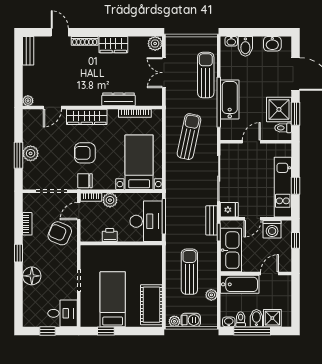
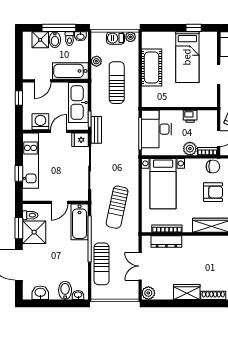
double door: (164, 73) -> (140, 266), swing flipped
dresser: (118, 99) -> (166, 241), moved
bathtub: (230, 99) -> (80, 222), moved
window: (295, 186) -> (19, 173), moved
window: (295, 240) -> (19, 98), moved
sun lounger: (189, 272) -> (117, 83), turned 180
cot: (151, 305) -> (152, 67), moved

